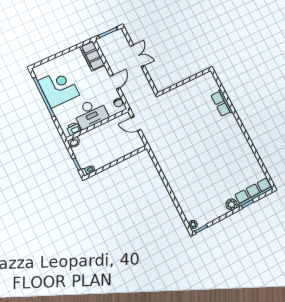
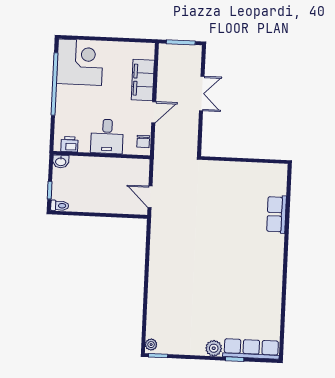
filing cabinet: (92, 56) -> (143, 80), moved
corner desk: (59, 88) -> (80, 62), moved
desk: (91, 113) -> (107, 136), width x0.73
door: (136, 124) -> (150, 197), moved

